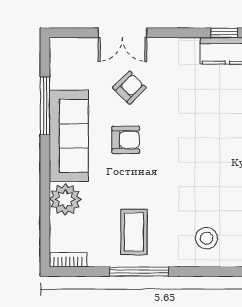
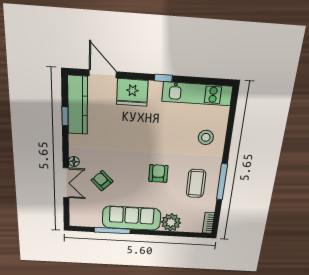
floor lamp: (157, 45) -> (74, 161), added
armchair: (126, 140) -> (158, 173), moved
coffee table: (134, 232) -> (196, 183), turned 90

